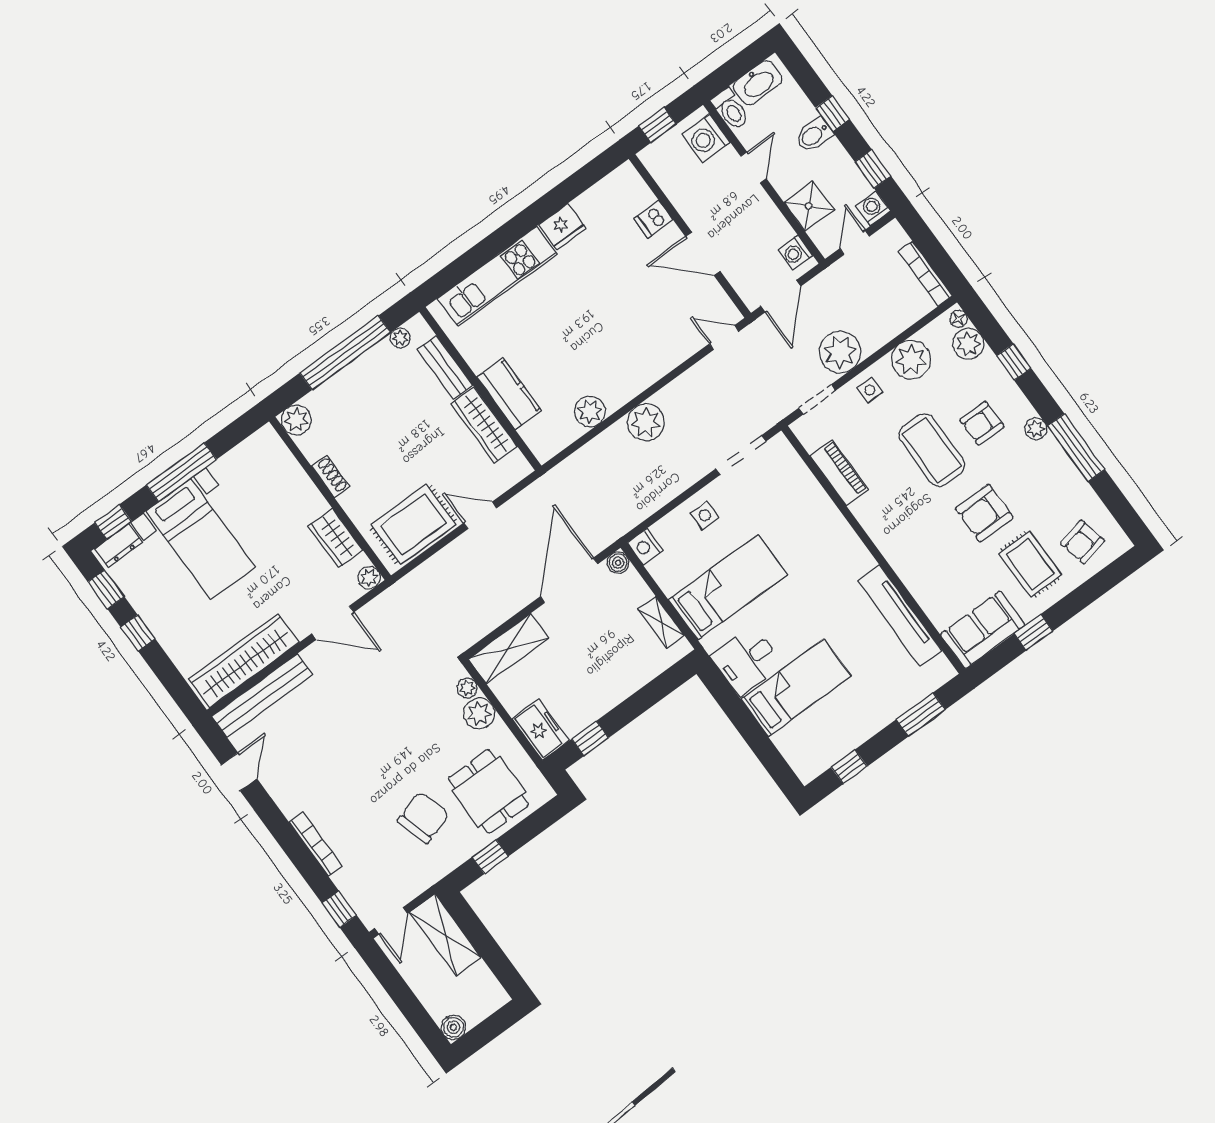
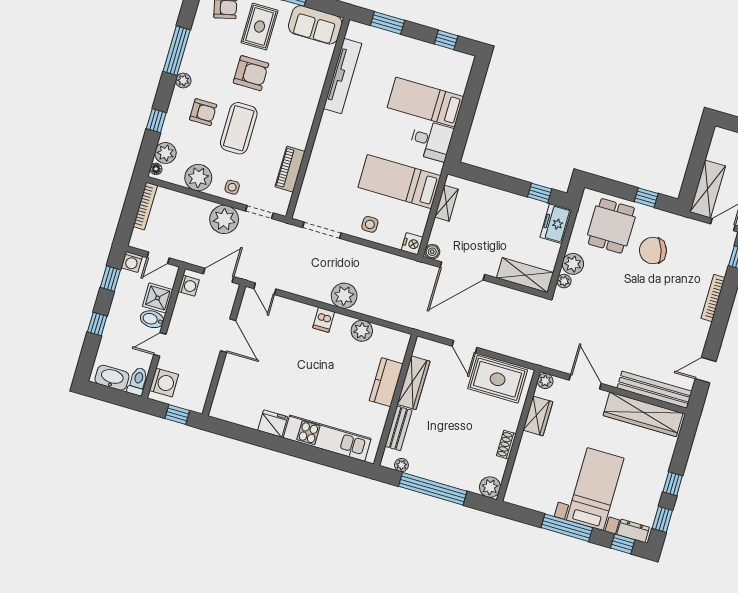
bidet: (814, 135) -> (152, 319), moved, turned 180
dishwasher: (653, 219) -> (324, 320), moved, turned 90

